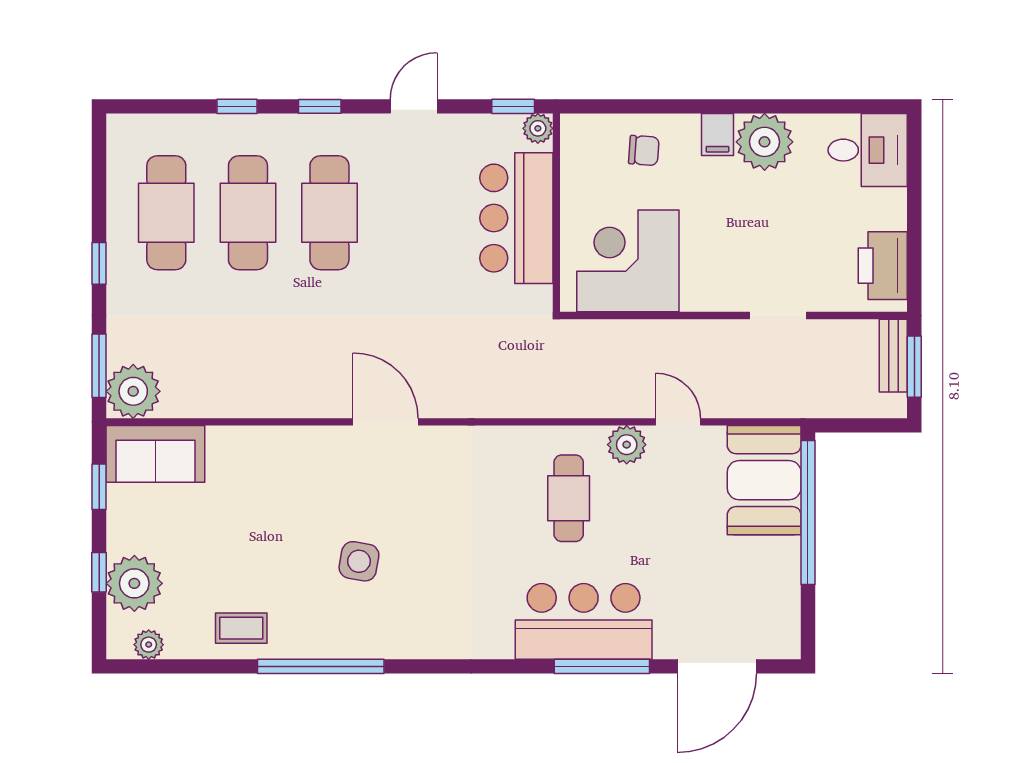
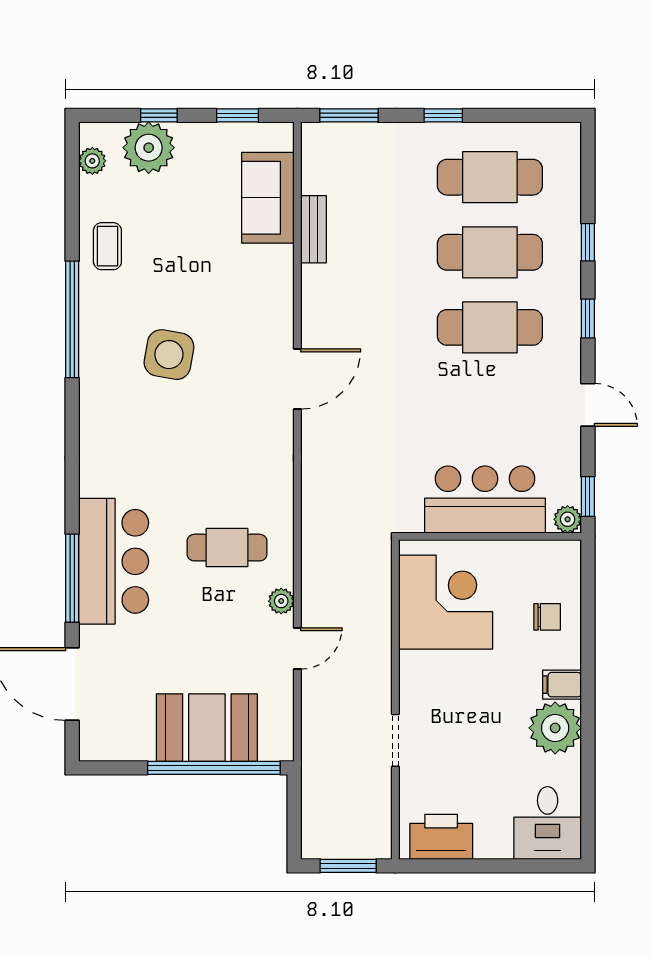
chair: (644, 150) -> (547, 617), turned -94
bench: (893, 356) -> (313, 229), moved, turned 90
plant: (133, 391) -> (325, 147), removed
plant: (627, 445) -> (281, 601), width x0.73, depth x0.73
sofa: (155, 454) -> (268, 198), moved
booth: (764, 480) -> (207, 728), moved
side table: (359, 561) -> (169, 355), width x1.37, depth x1.37

